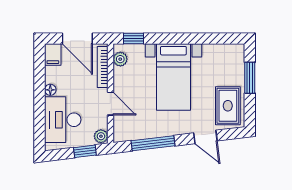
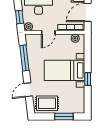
window: (133, 39) -> (88, 79), moved

